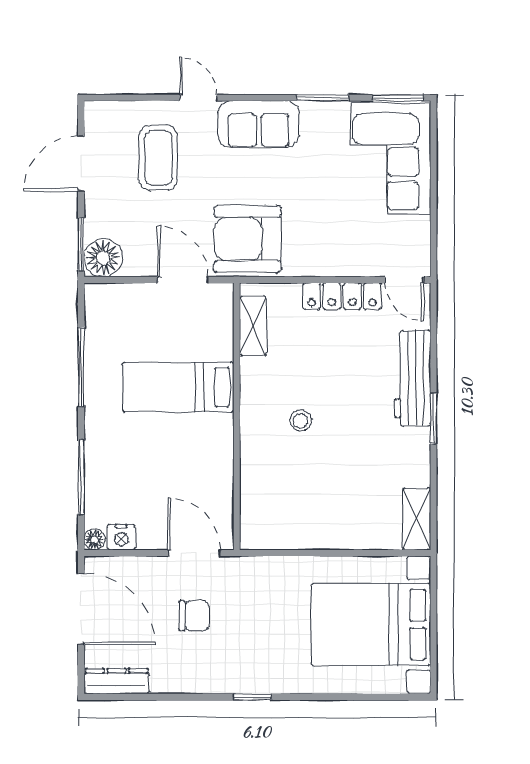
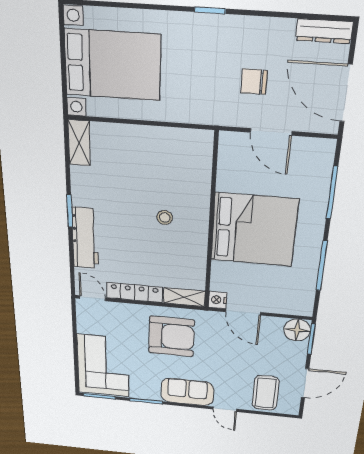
coffee table: (158, 158) -> (266, 393), moved
armchair: (247, 239) -> (171, 336), moved
shelving: (253, 326) -> (184, 297), moved, turned 90
bed: (178, 387) -> (254, 230), width x2.04
nightstand: (121, 537) -> (218, 300), moved, turned -90
floor lamp: (94, 540) -> (328, 146), removed
door: (194, 553) -> (271, 132), moved

